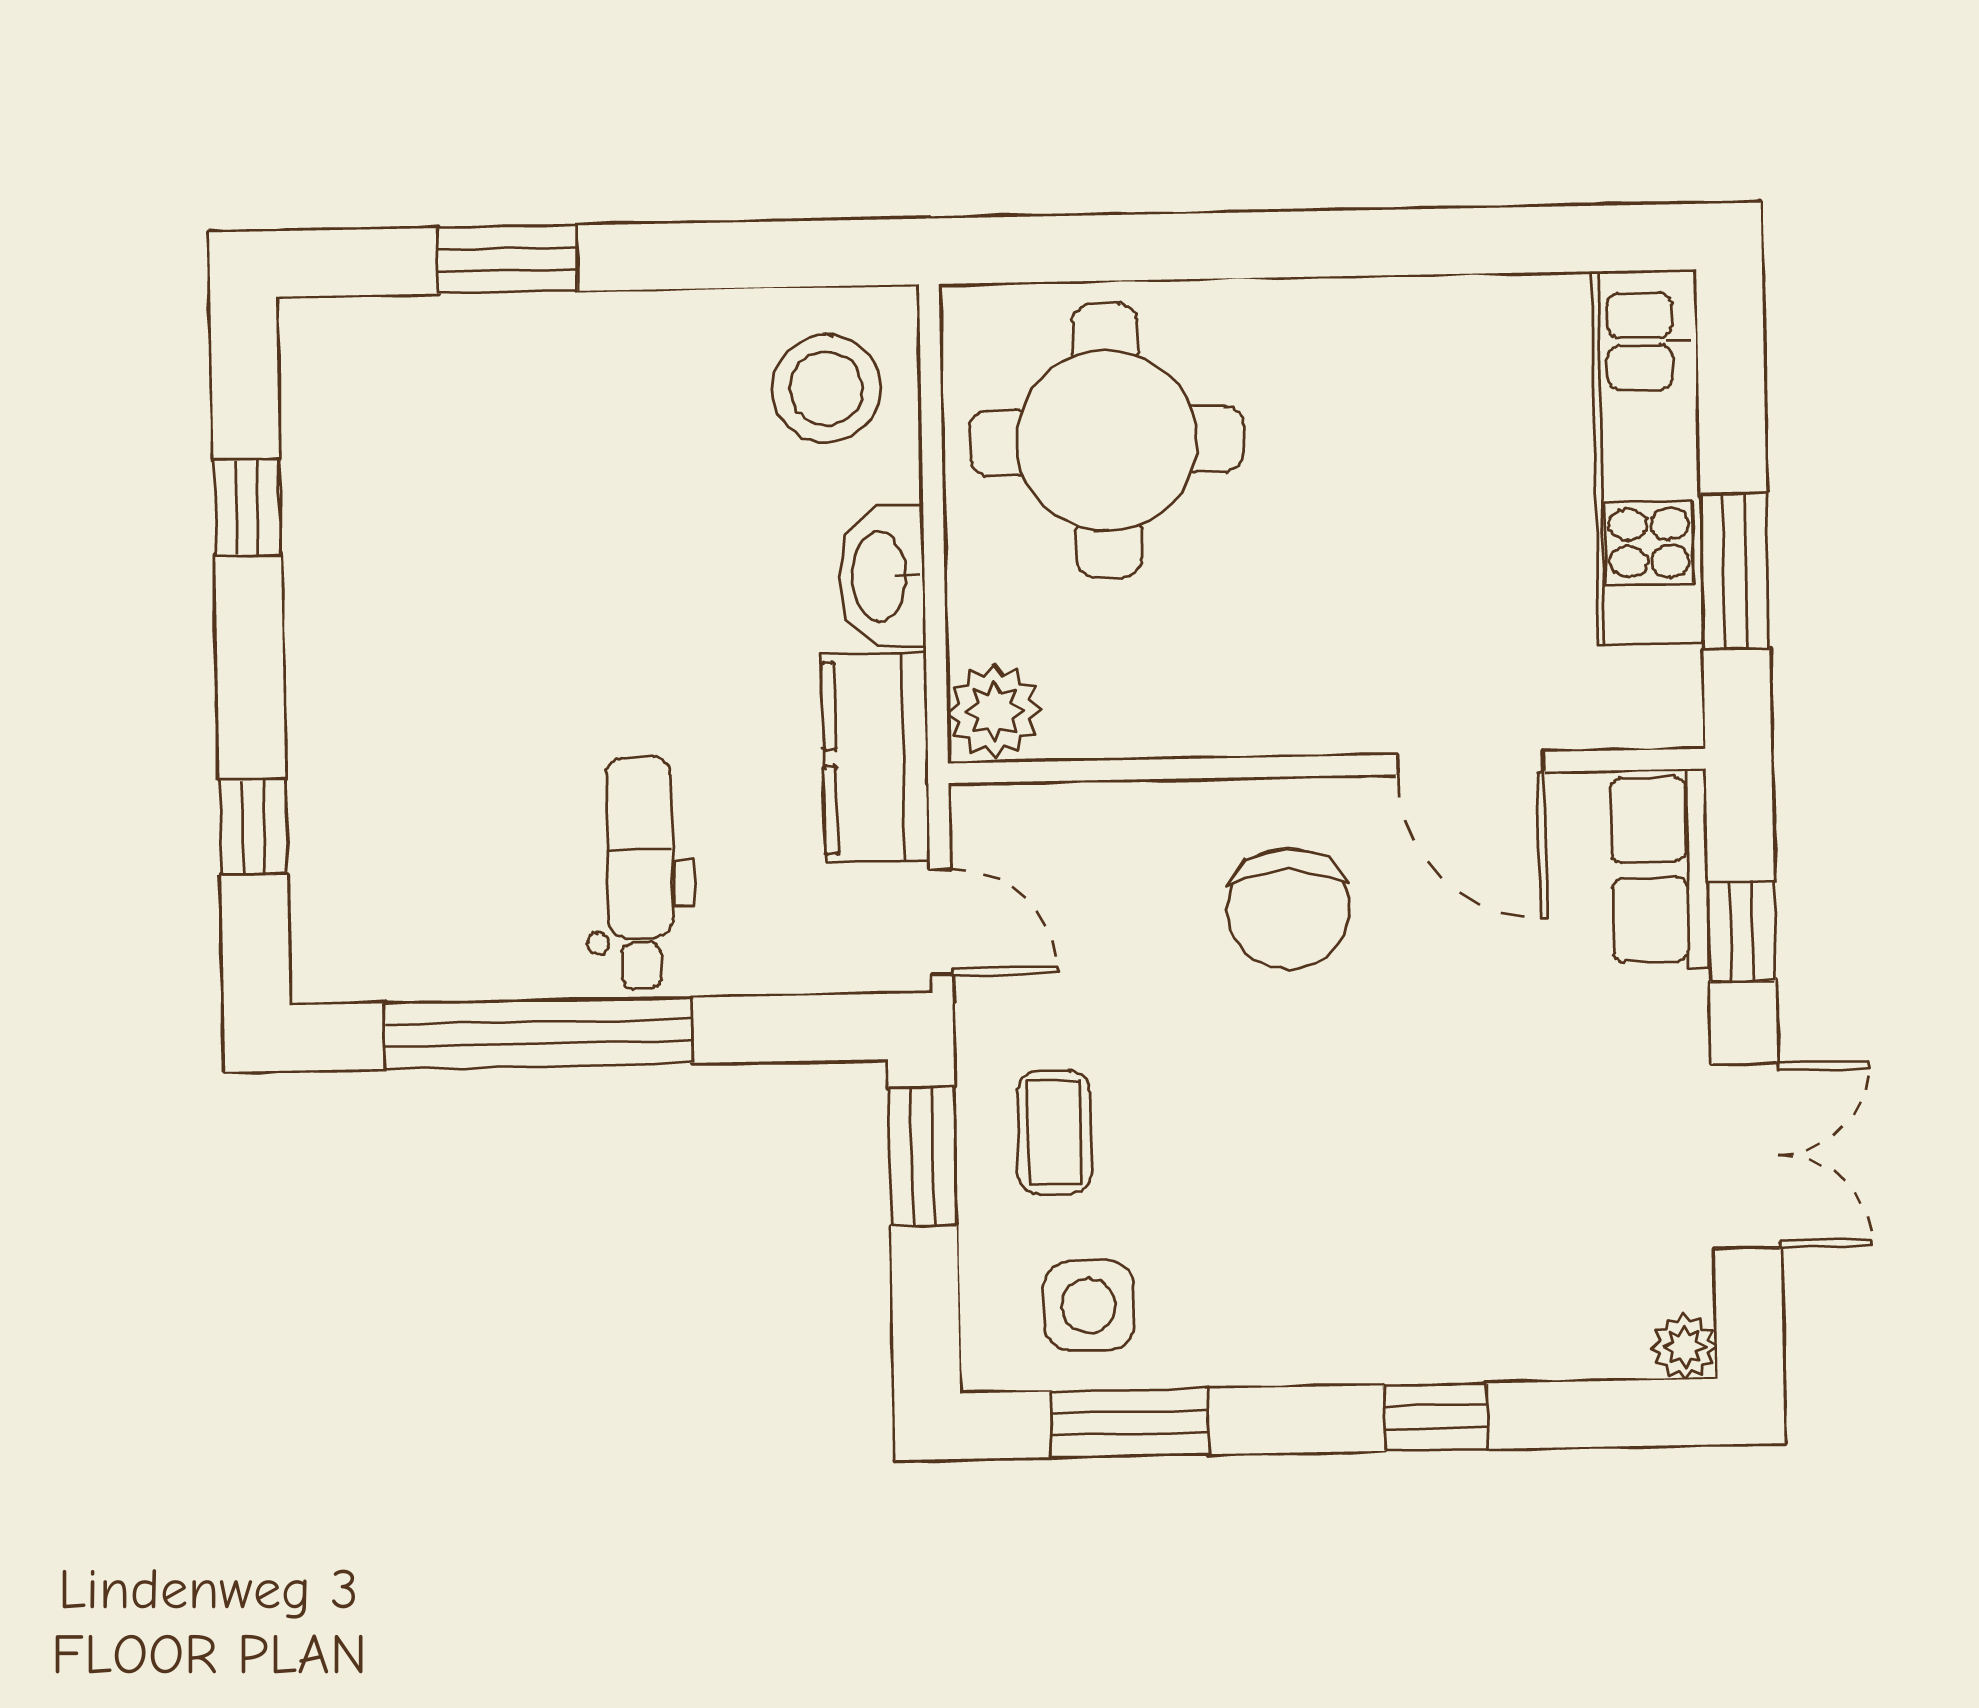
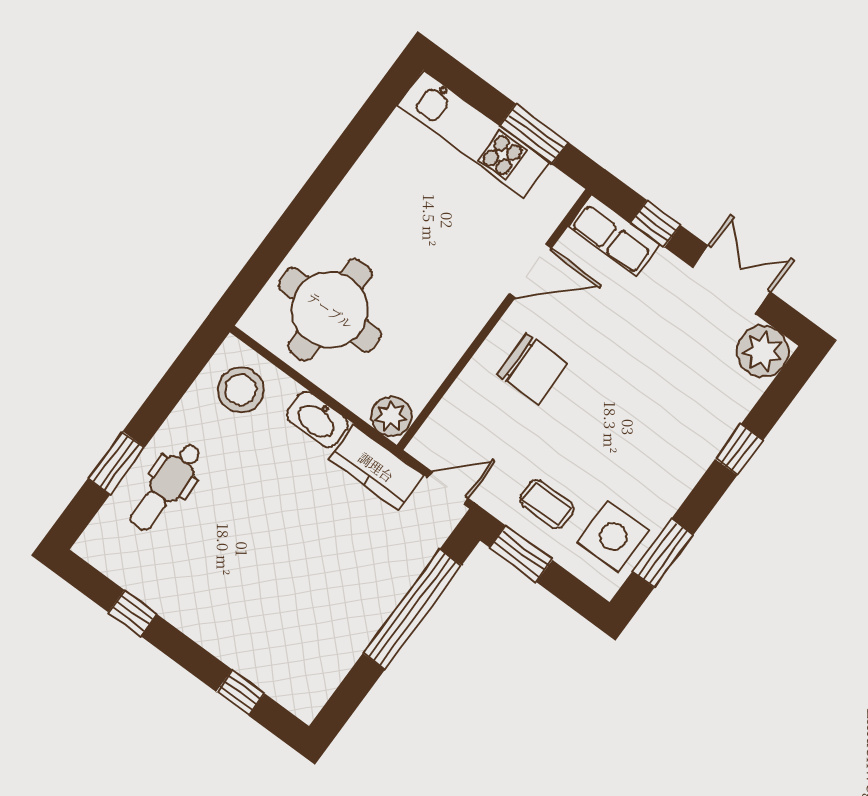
dental chair: (640, 873) -> (166, 487), moved, turned -90
window: (538, 1033) -> (412, 609), moved
side table: (1089, 1305) -> (613, 537), width x1.37, depth x1.37
plant: (1684, 1347) -> (763, 351), width x1.88, depth x1.88

